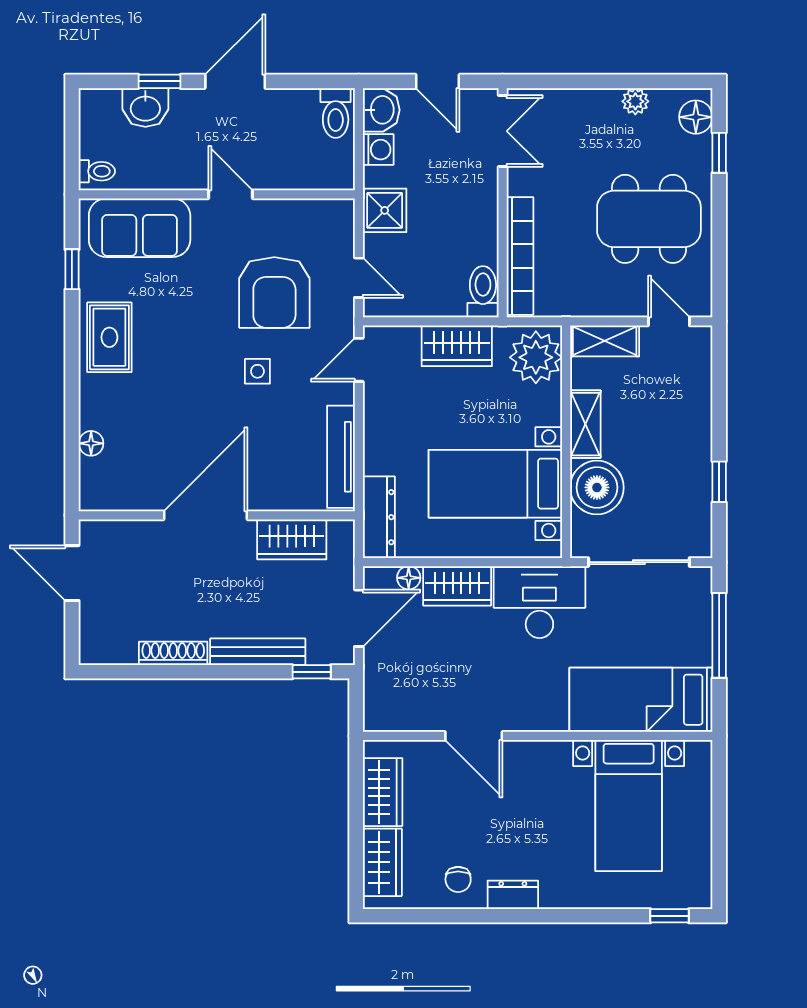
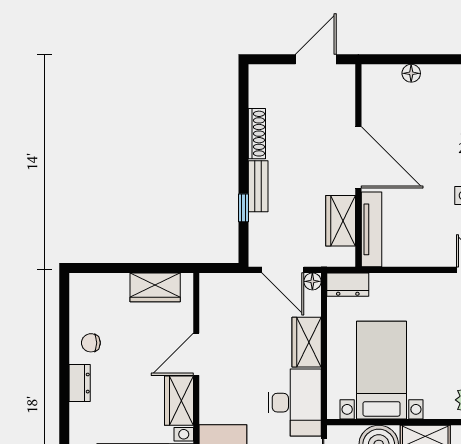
tv unit: (341, 457) -> (371, 229), moved, turned 90
dresser: (379, 517) -> (348, 285), width x0.70
floor lamp: (409, 578) -> (312, 281), moved
bench: (258, 652) -> (258, 186), width x0.73
window: (312, 672) -> (243, 208), moved
wardrobe: (382, 862) -> (179, 401), moved, turned 90

